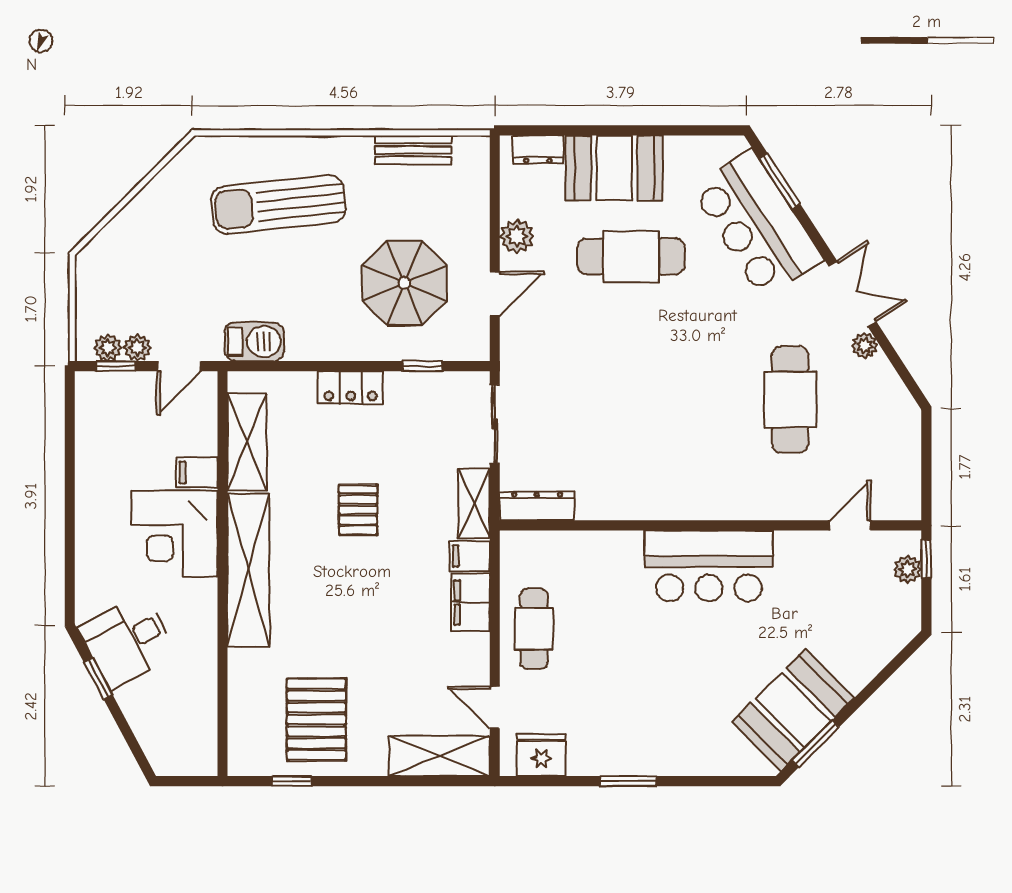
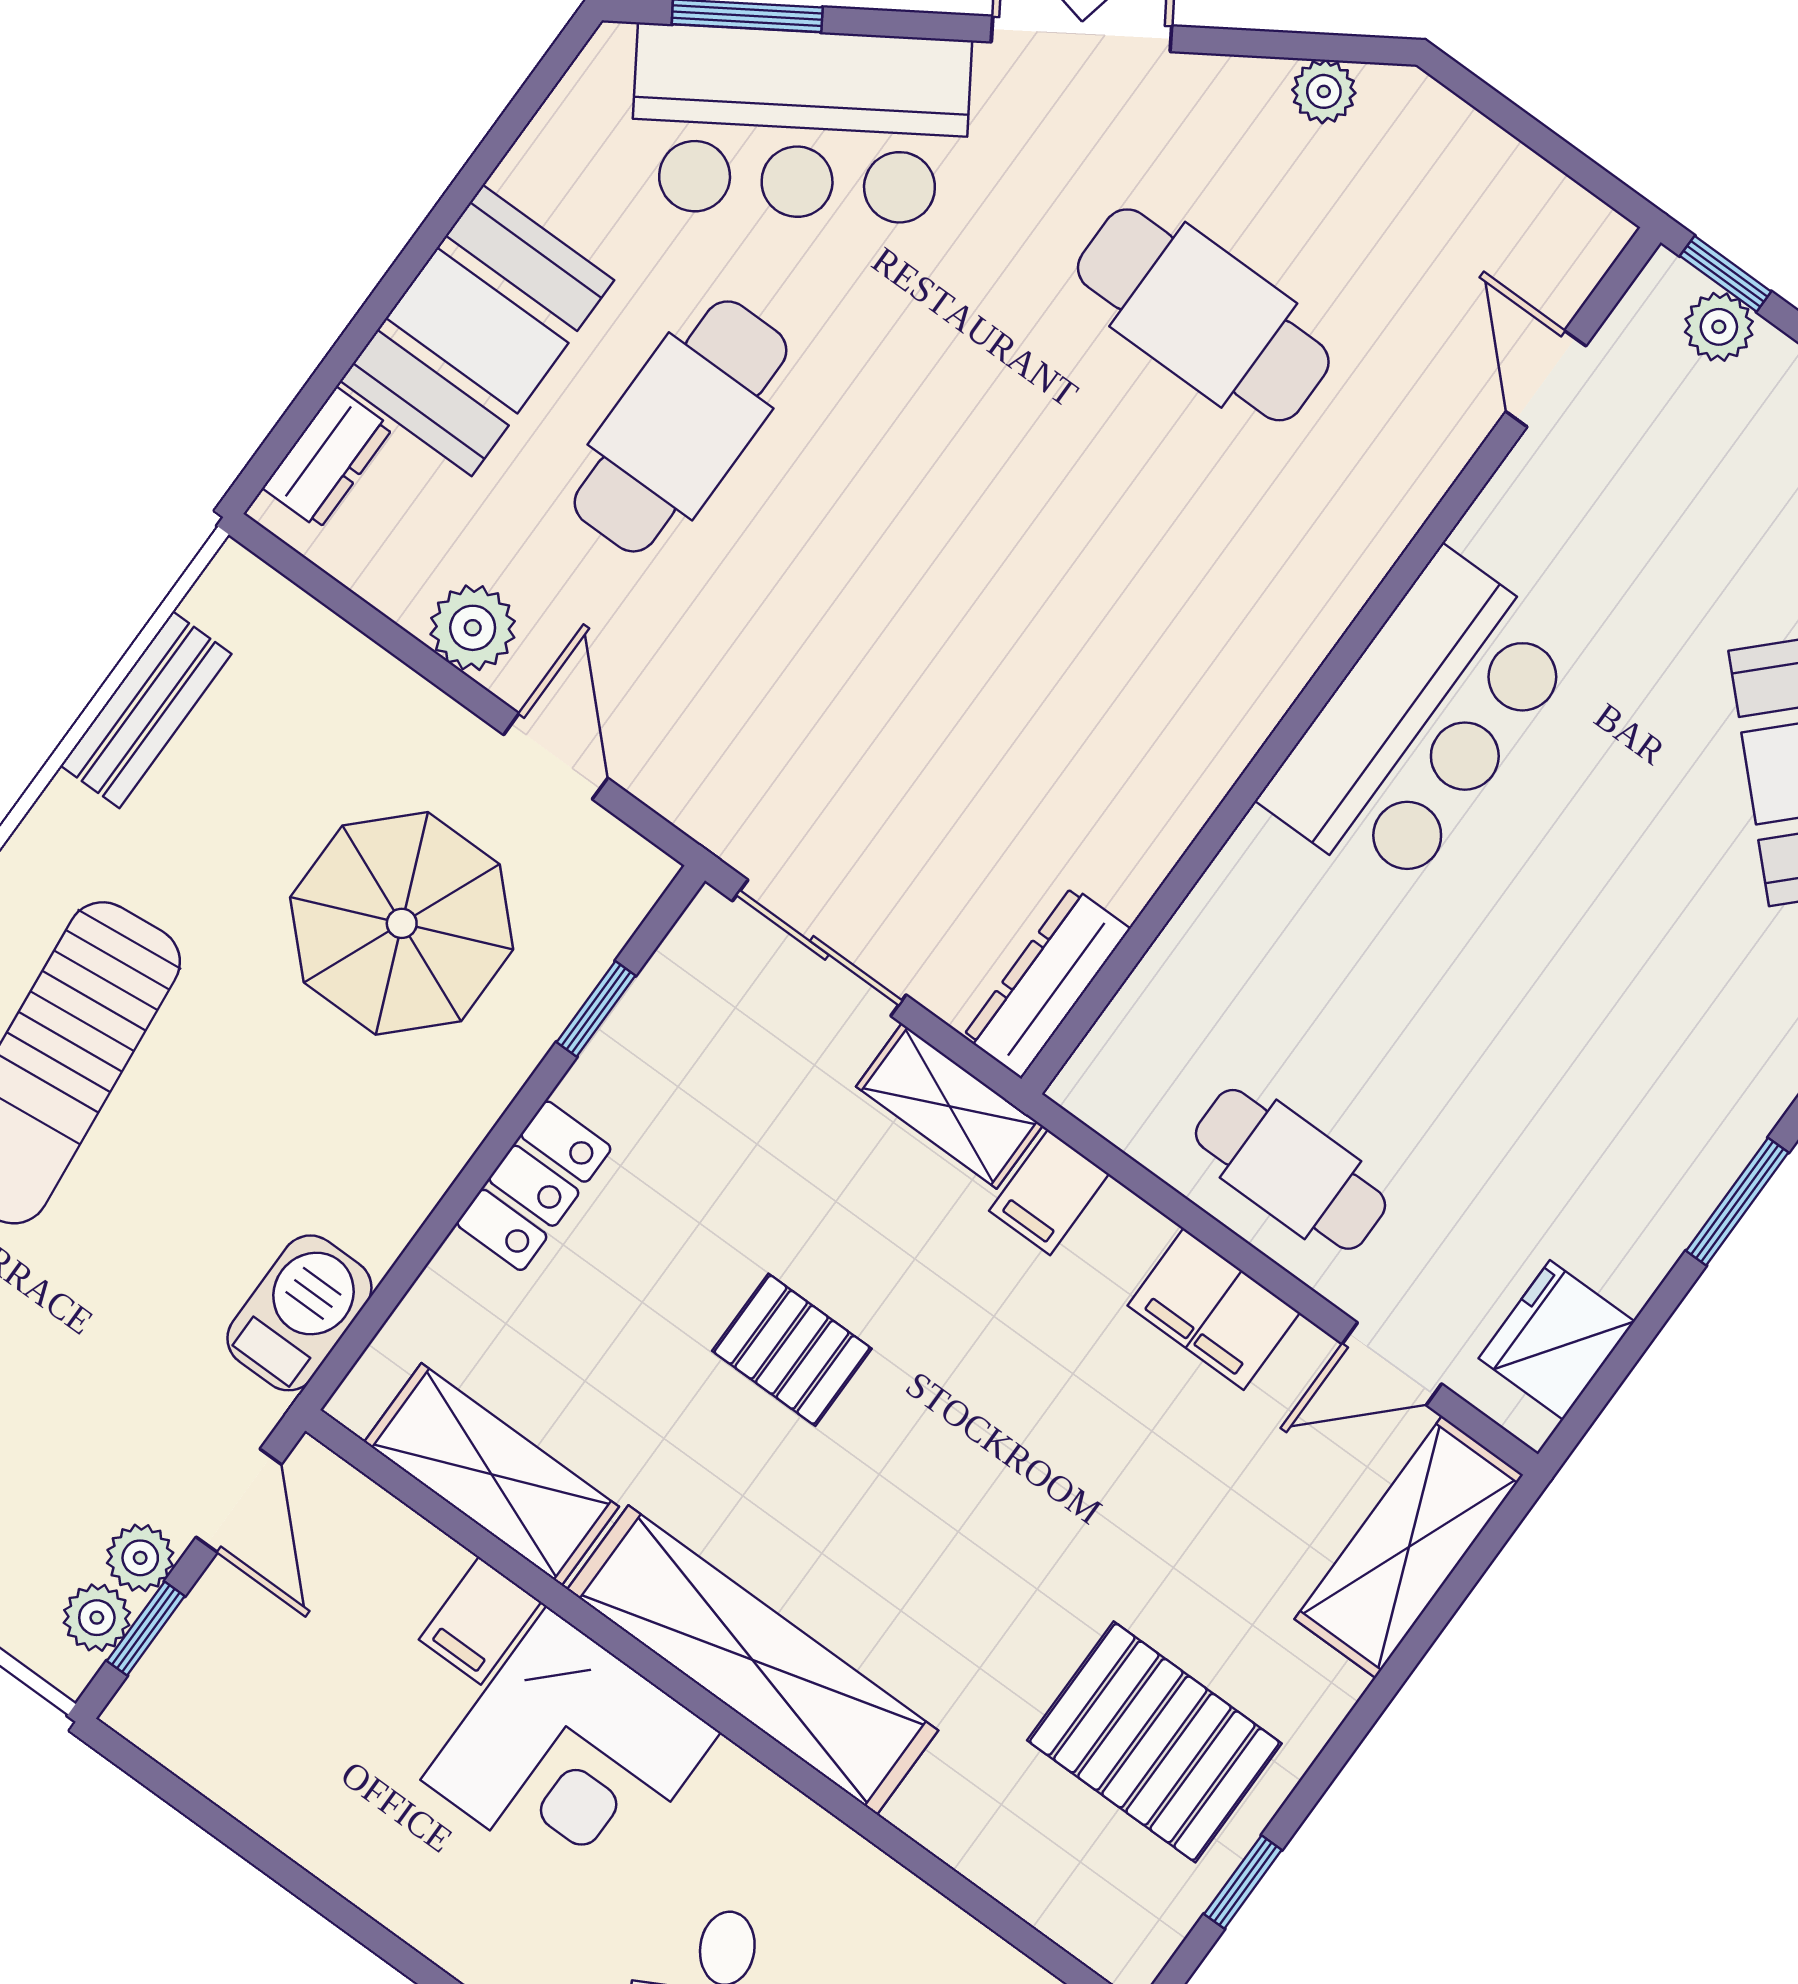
plant: (865, 345) -> (1324, 91), moved
filing cabinet: (471, 603) -> (1214, 1309), moved

